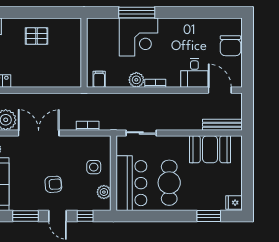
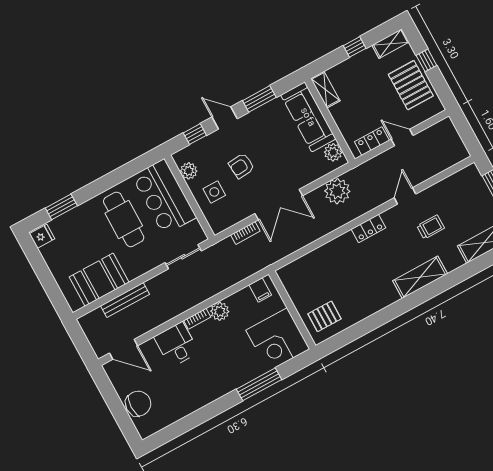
pallet: (37, 36) -> (324, 316), moved
corner desk: (138, 37) -> (278, 340), moved, turned -90
chair: (230, 46) -> (138, 404), turned 90
desk: (194, 73) -> (176, 345), moved
bench: (222, 125) -> (125, 300), moved
double door: (39, 133) -> (279, 205), moved
armchair: (53, 184) -> (242, 166), moved

